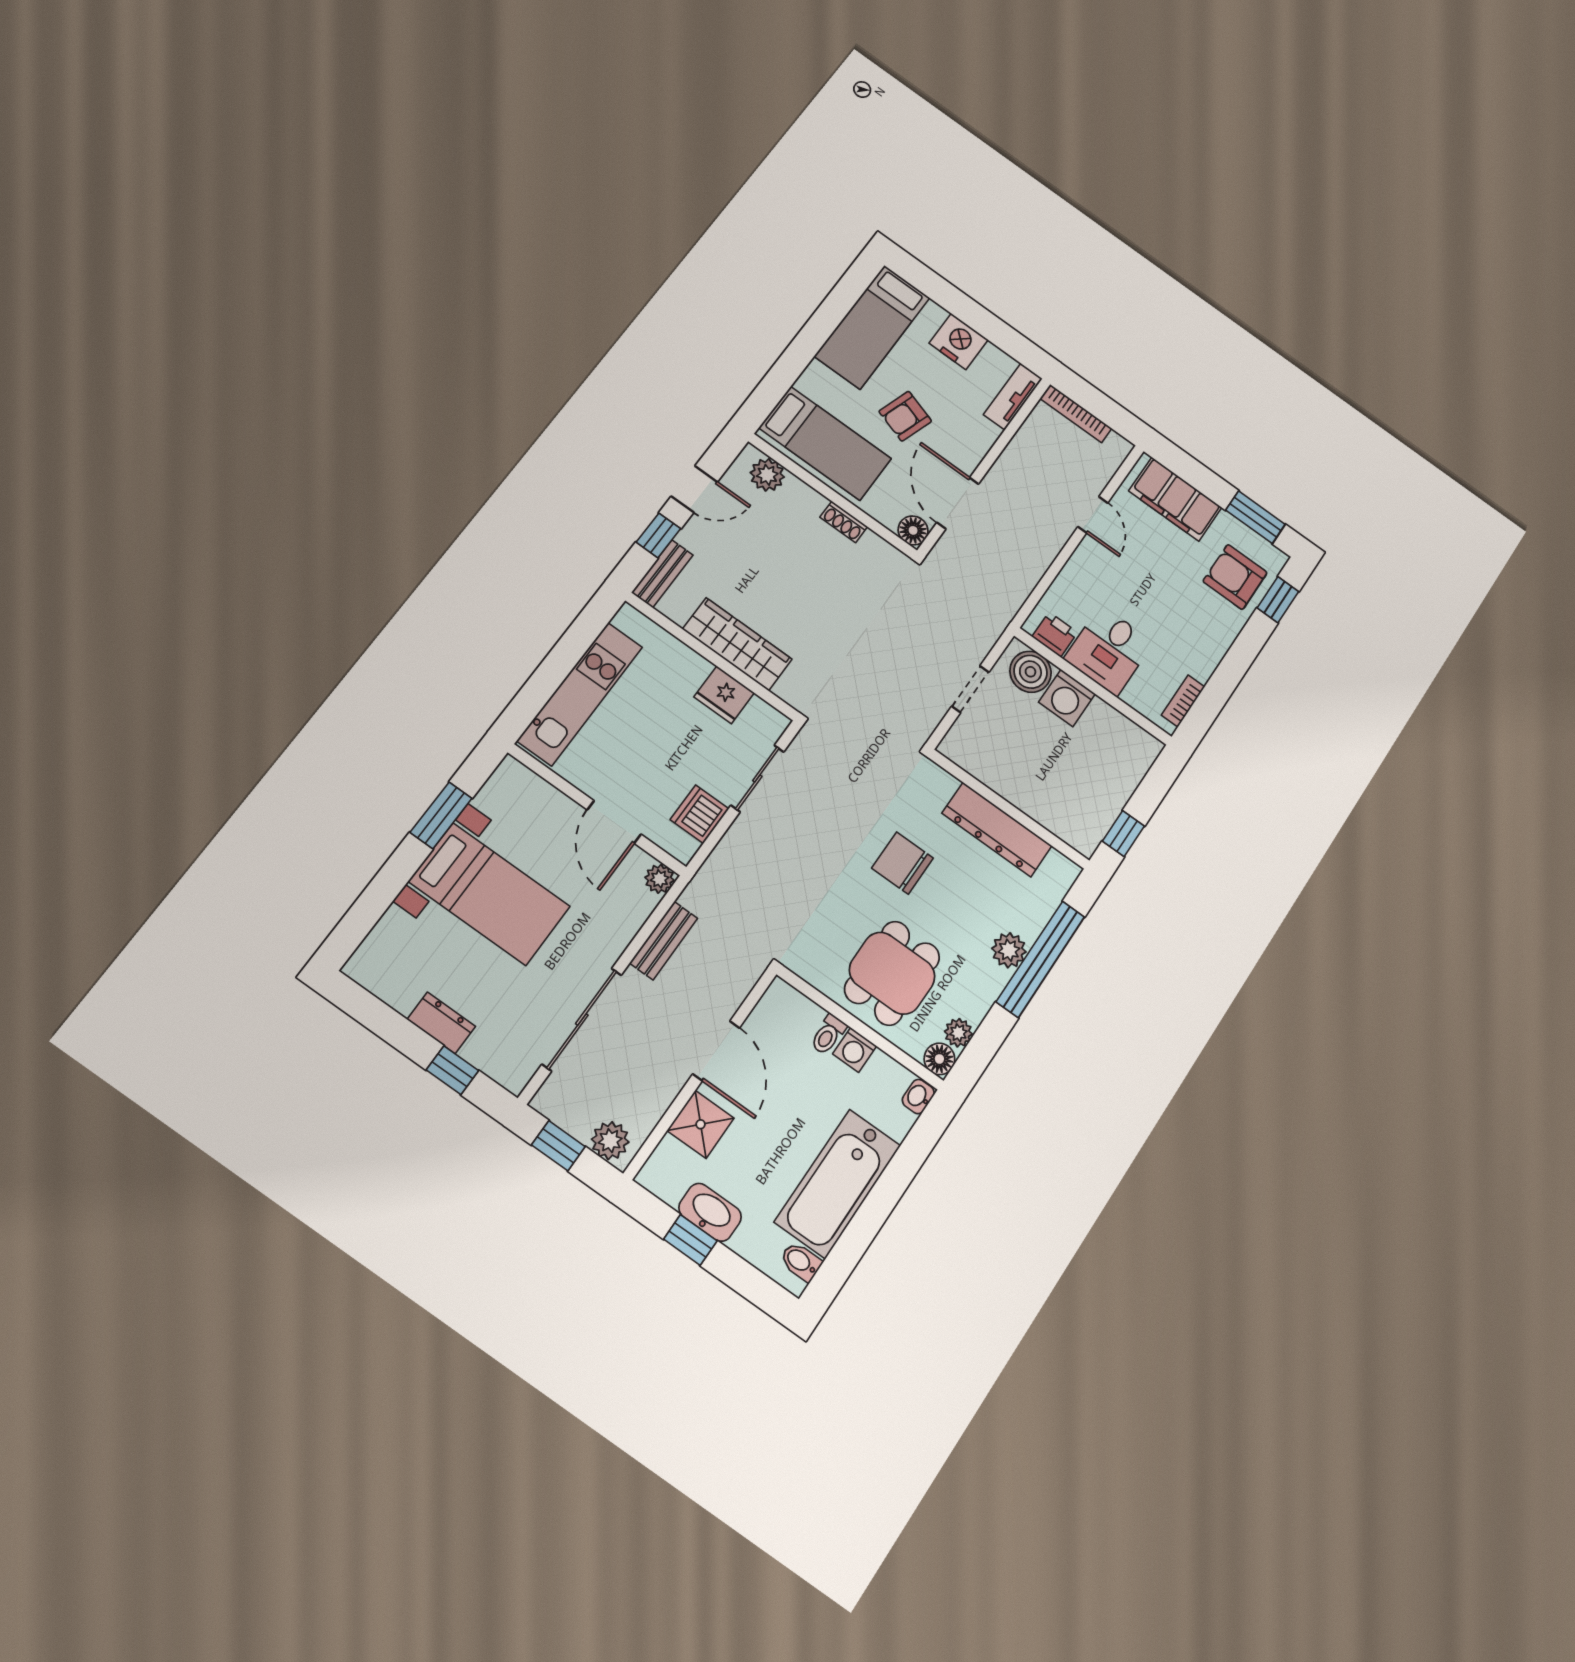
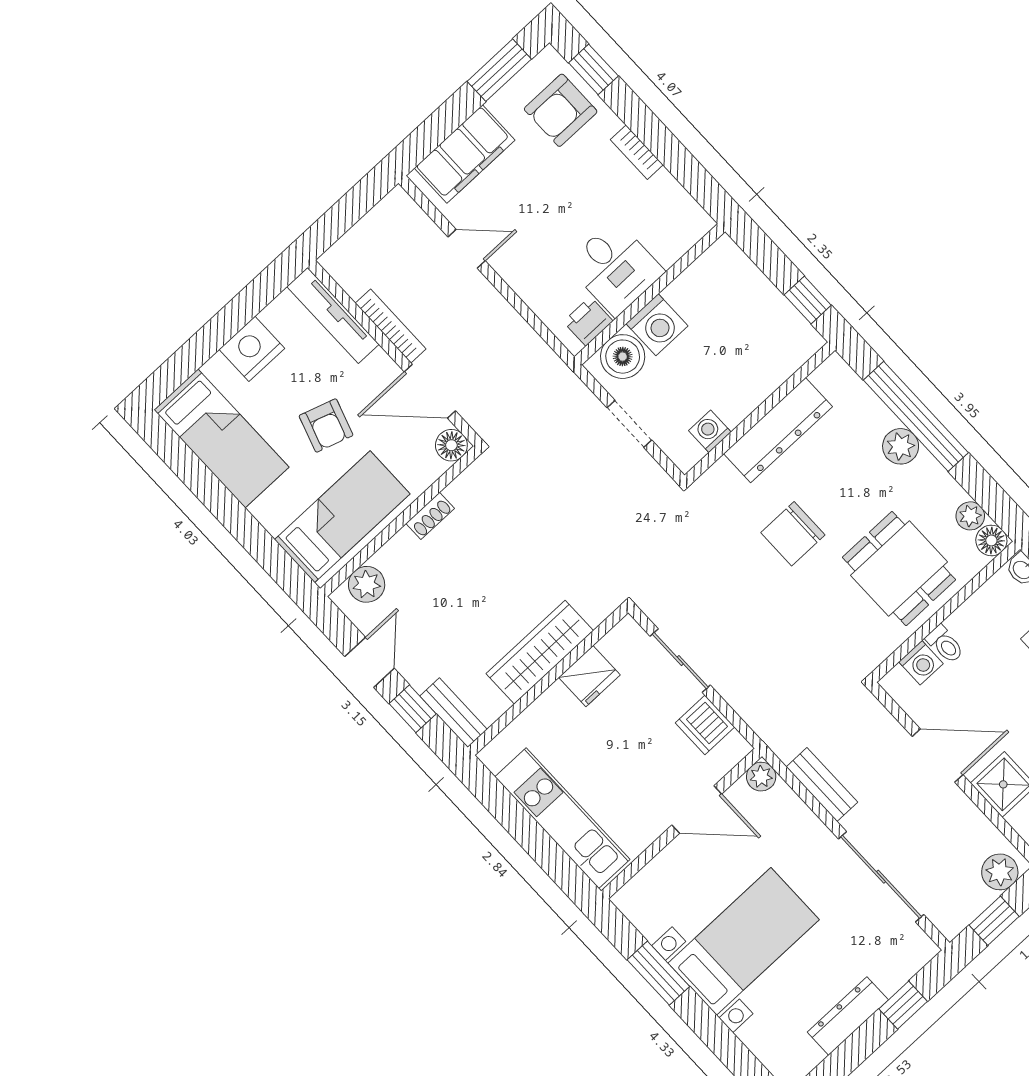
tv unit: (1013, 397) -> (333, 315), width x1.41
bookcase: (1076, 413) -> (391, 326), moved, turned -90
bookcase: (1183, 701) -> (637, 152), moved
washing machine: (981, 765) -> (710, 431), added
dresser: (441, 1023) -> (848, 1016), width x1.44
washing machine: (855, 1050) -> (921, 663), moved

